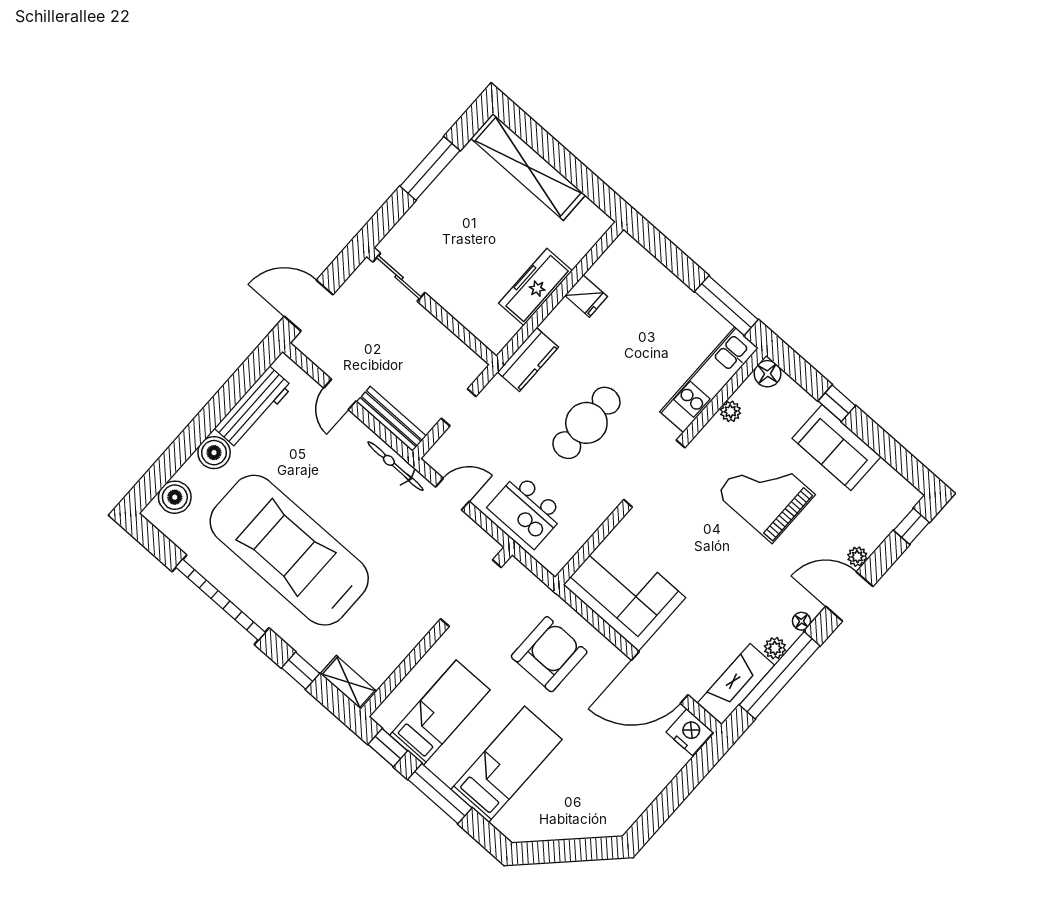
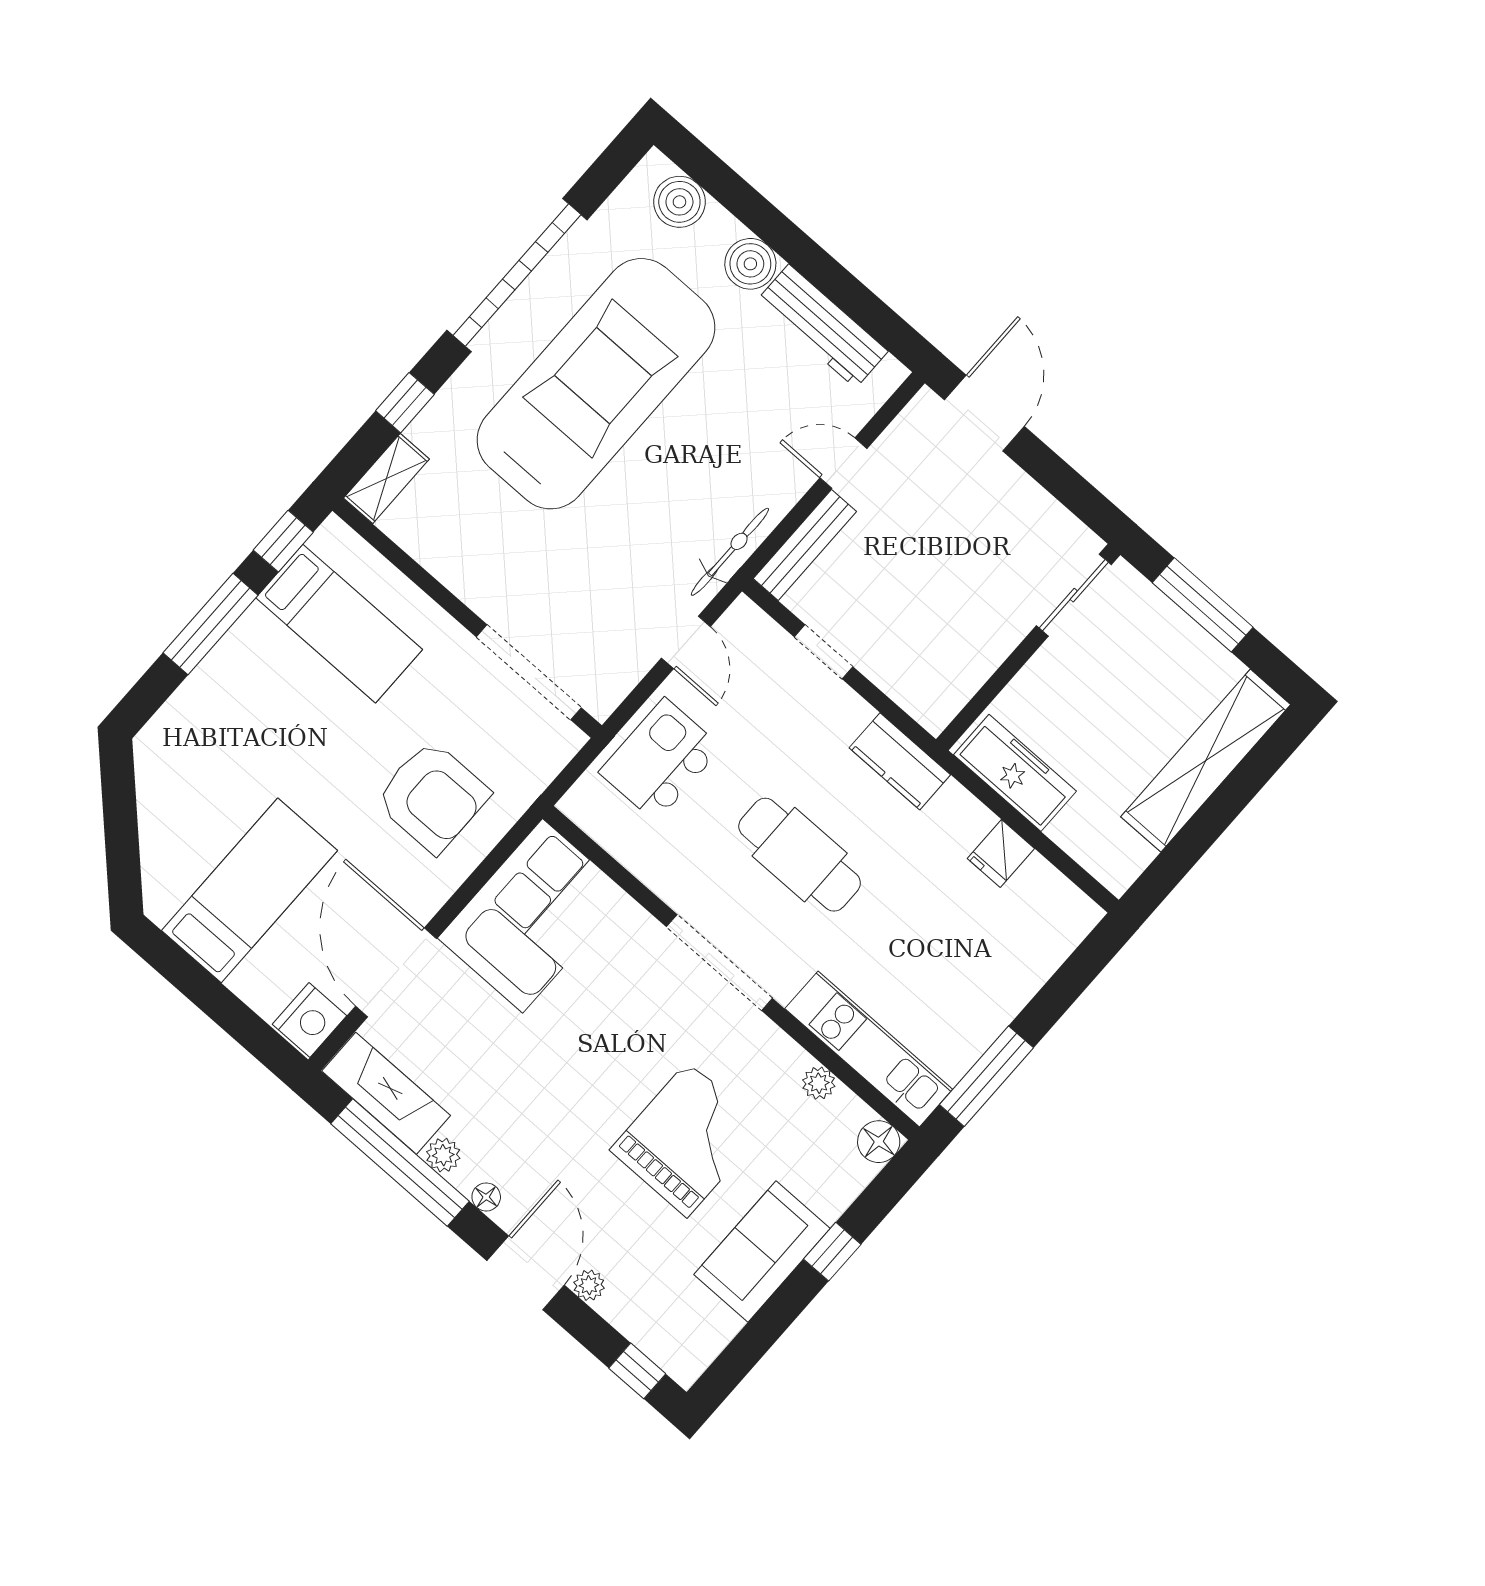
sliding door: (399, 277) -> (1074, 595), moved
wall: (432, 306) -> (1028, 647), moved
bed: (507, 764) -> (250, 890), moved, turned -90

